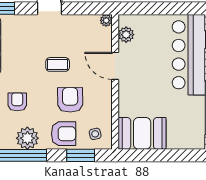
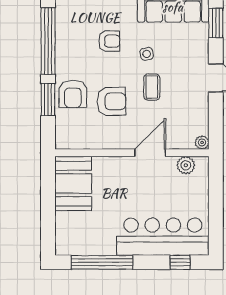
side table: (95, 134) -> (147, 54), moved
plant: (27, 138) -> (68, 53), removed
window: (81, 155) -> (48, 100), moved

